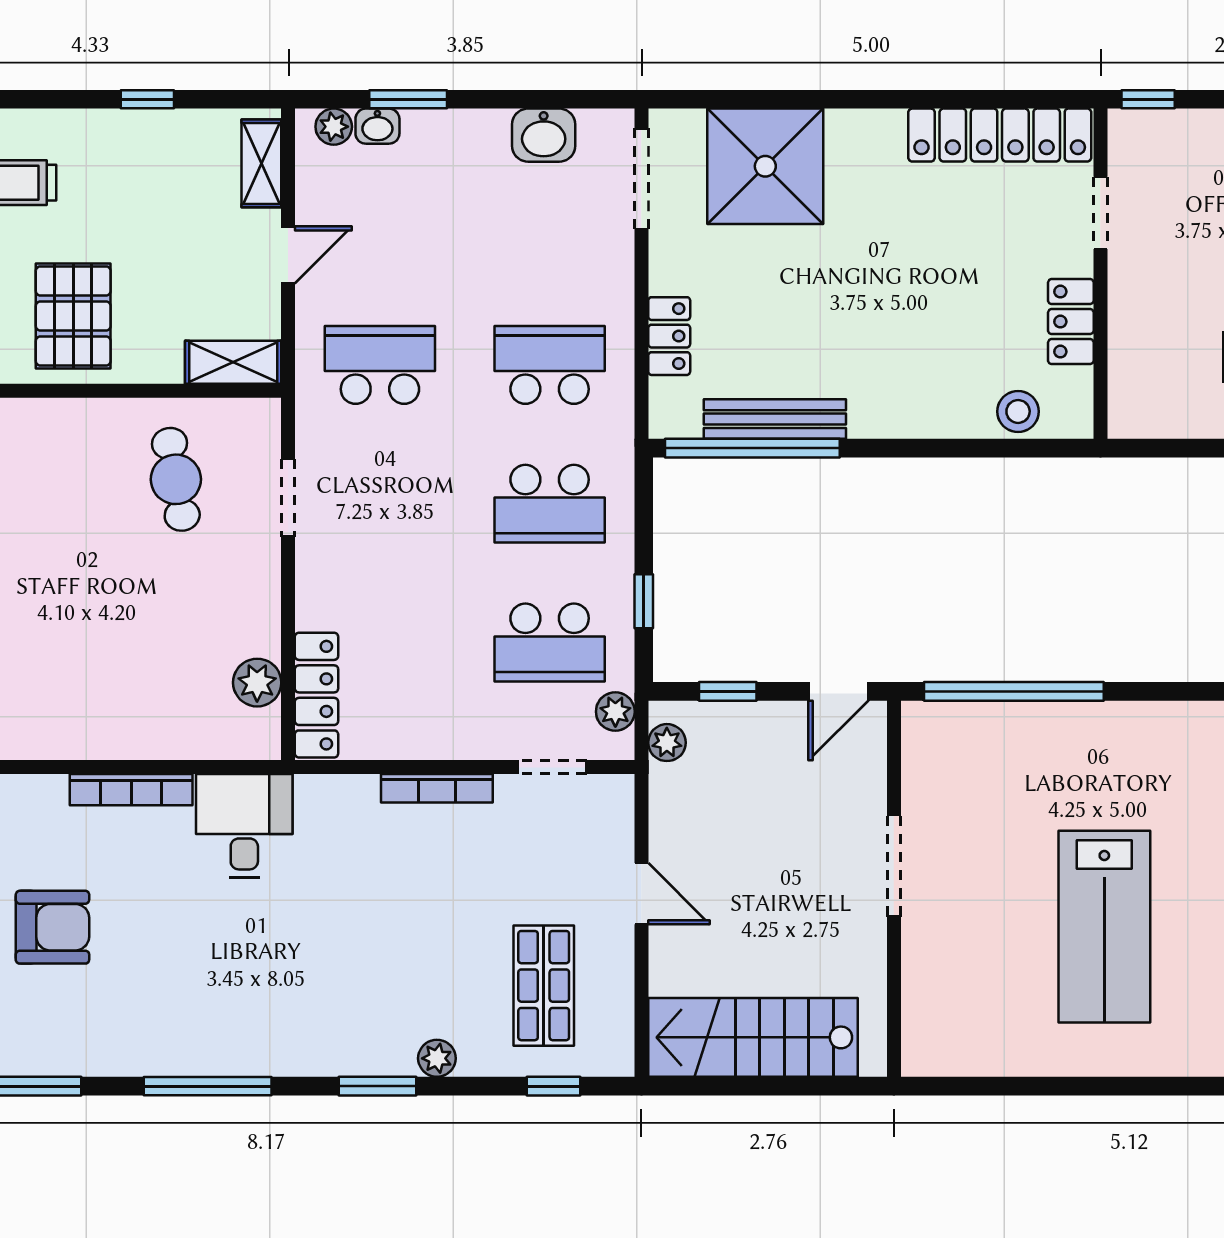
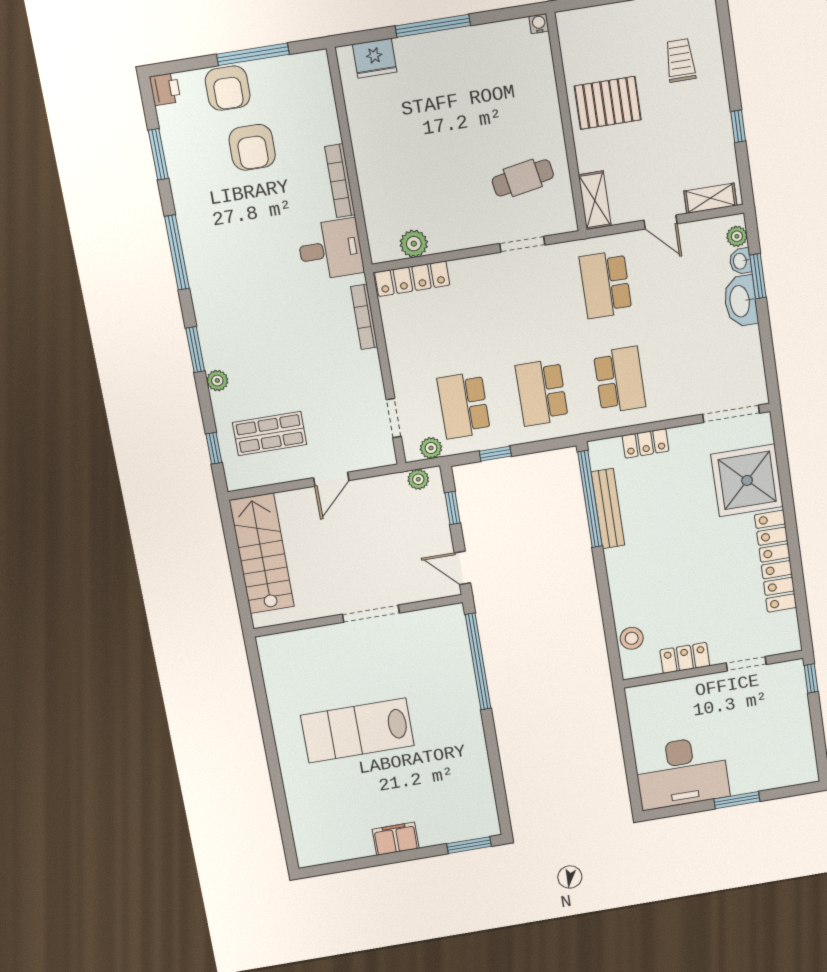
washbasin: (544, 135) -> (741, 301), moved, width x1.38
locker: (1000, 135) -> (776, 561), moved
school desk: (380, 365) -> (606, 284), turned 180
bookcase: (437, 788) -> (364, 317), moved

